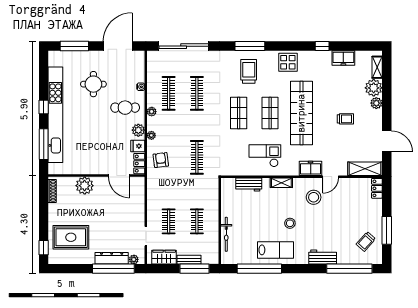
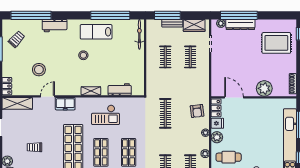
stool: (314, 197) -> (39, 70), moved
bicycle: (226, 234) -> (139, 34), moved

